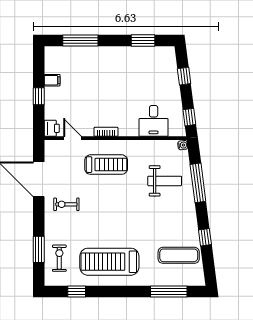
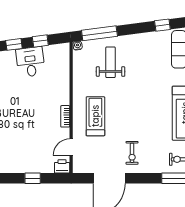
filing cabinet: (52, 80) -> (18, 166), removed
window: (189, 117) -> (40, 41), moved
desk: (154, 121) -> (30, 62), moved, turned -97
window: (198, 183) -> (99, 33), moved

